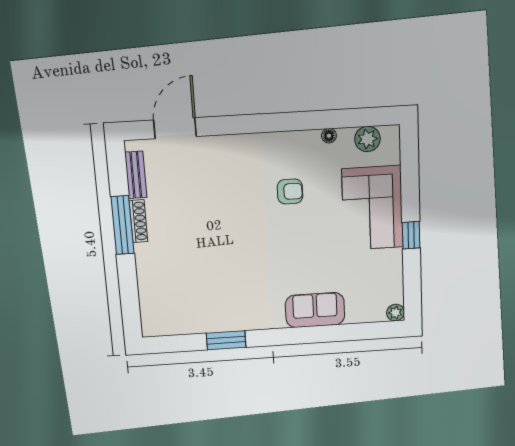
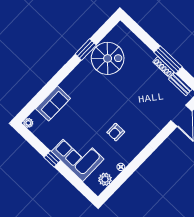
spiral stairs: (207, 302) -> (108, 58), added
sofa: (315, 310) -> (53, 103), moved

